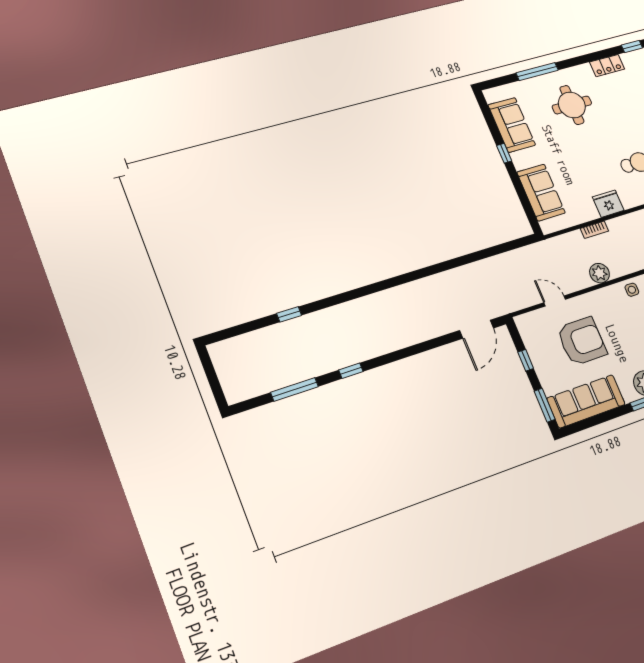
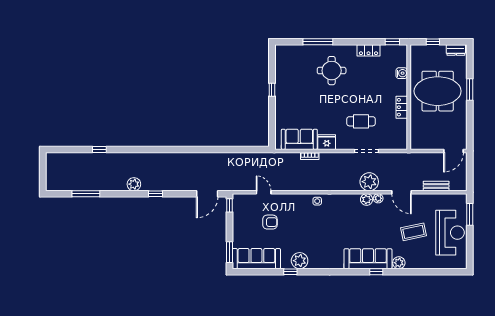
sofa: (512, 125) -> (285, 73), removed
sofa: (541, 193) -> (299, 139), moved, turned -90
plant: (599, 273) -> (134, 184), moved
armchair: (582, 341) -> (270, 222), width x0.53, depth x0.53
window: (526, 360) -> (230, 205), moved
window: (351, 371) -> (156, 194), moved

